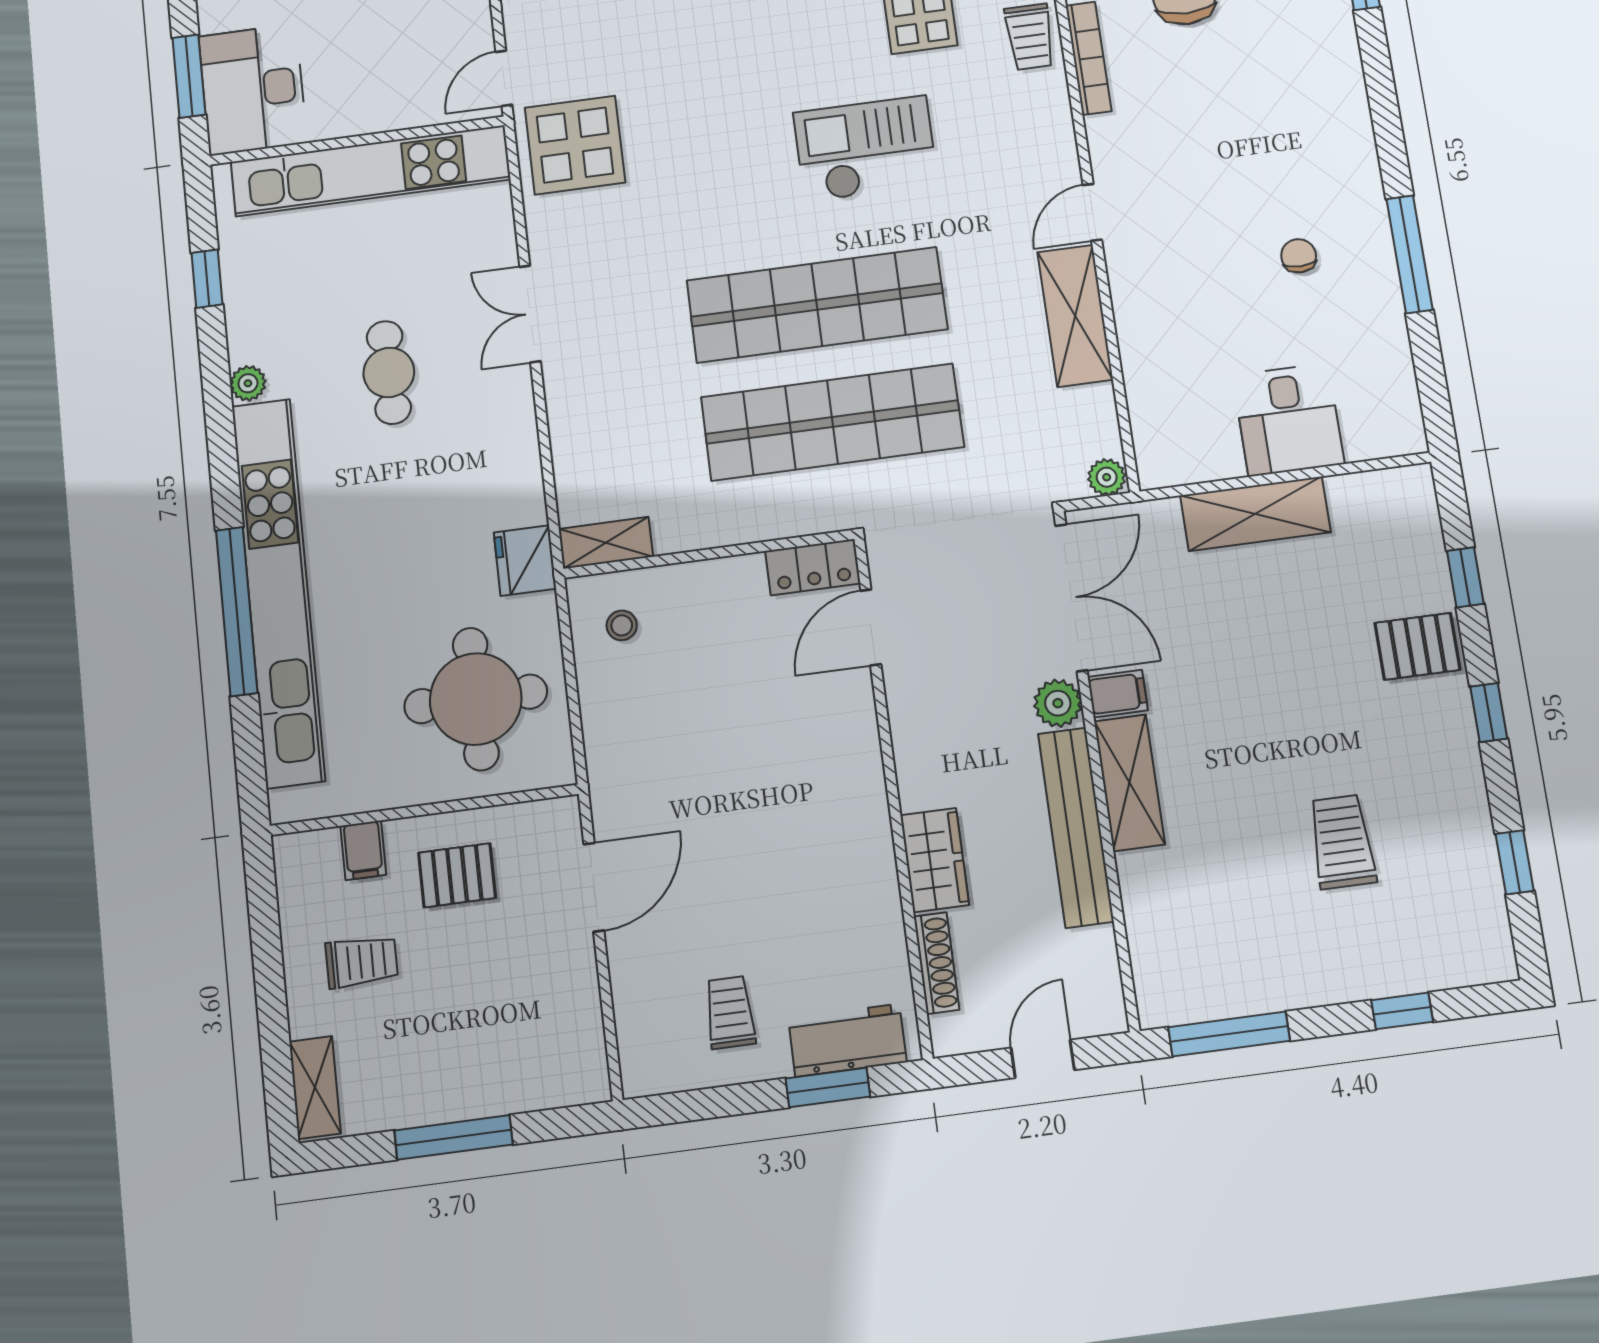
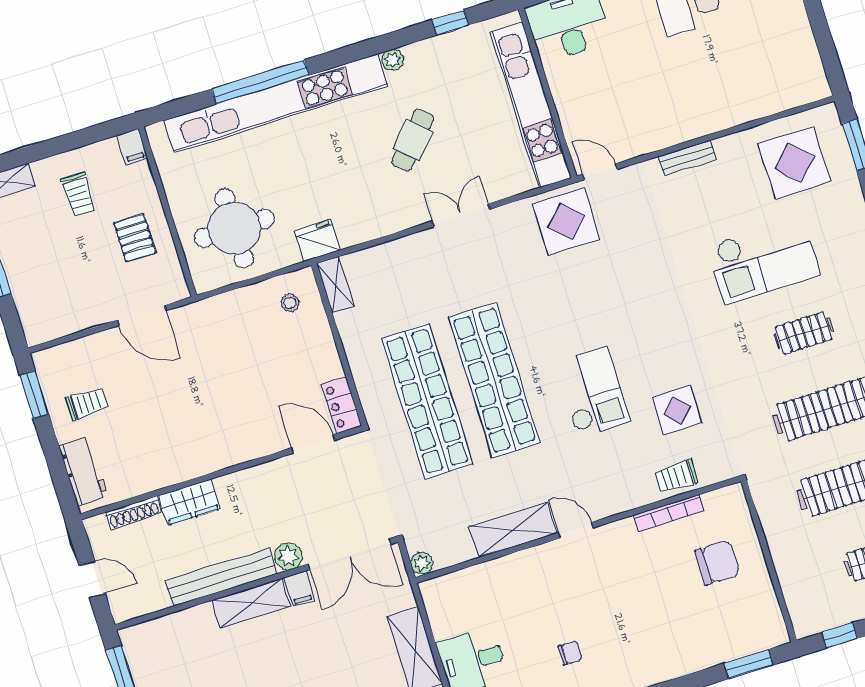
cafe table: (389, 372) -> (413, 140), turned -47
filing cabinet: (363, 850) -> (132, 147), moved, turned -90
window: (828, 1087) -> (34, 395), moved

